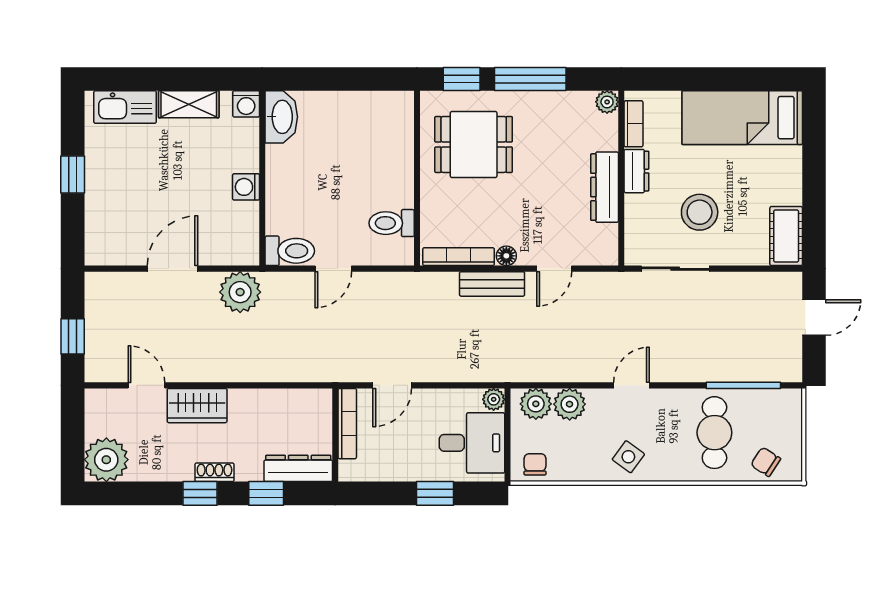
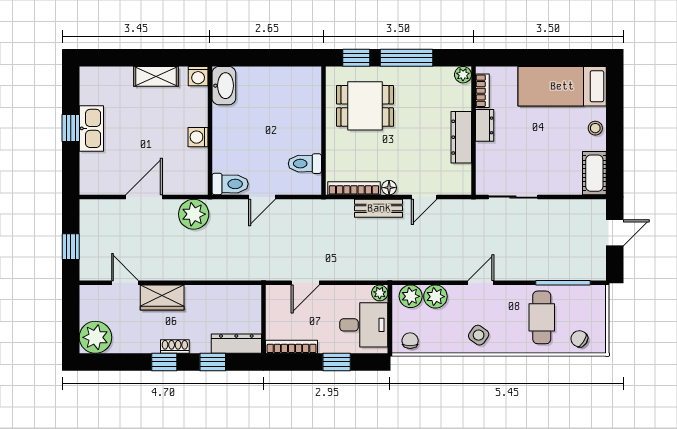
kitchen sink: (125, 107) -> (91, 128), moved, turned -90
stool: (700, 212) -> (595, 128), moved, width x0.53, depth x0.53
bookcase: (347, 424) -> (292, 347), moved, turned -90

